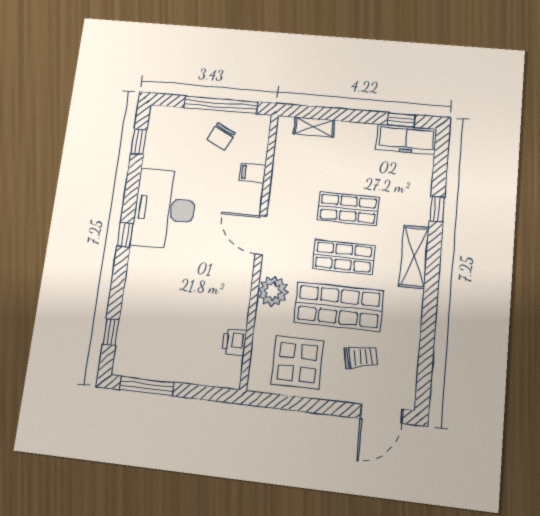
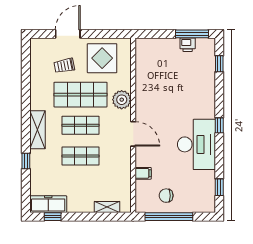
chair: (221, 136) -> (166, 196), turned -116
printer: (234, 342) -> (188, 45), moved, turned 90
door: (382, 414) -> (68, 34), moved

